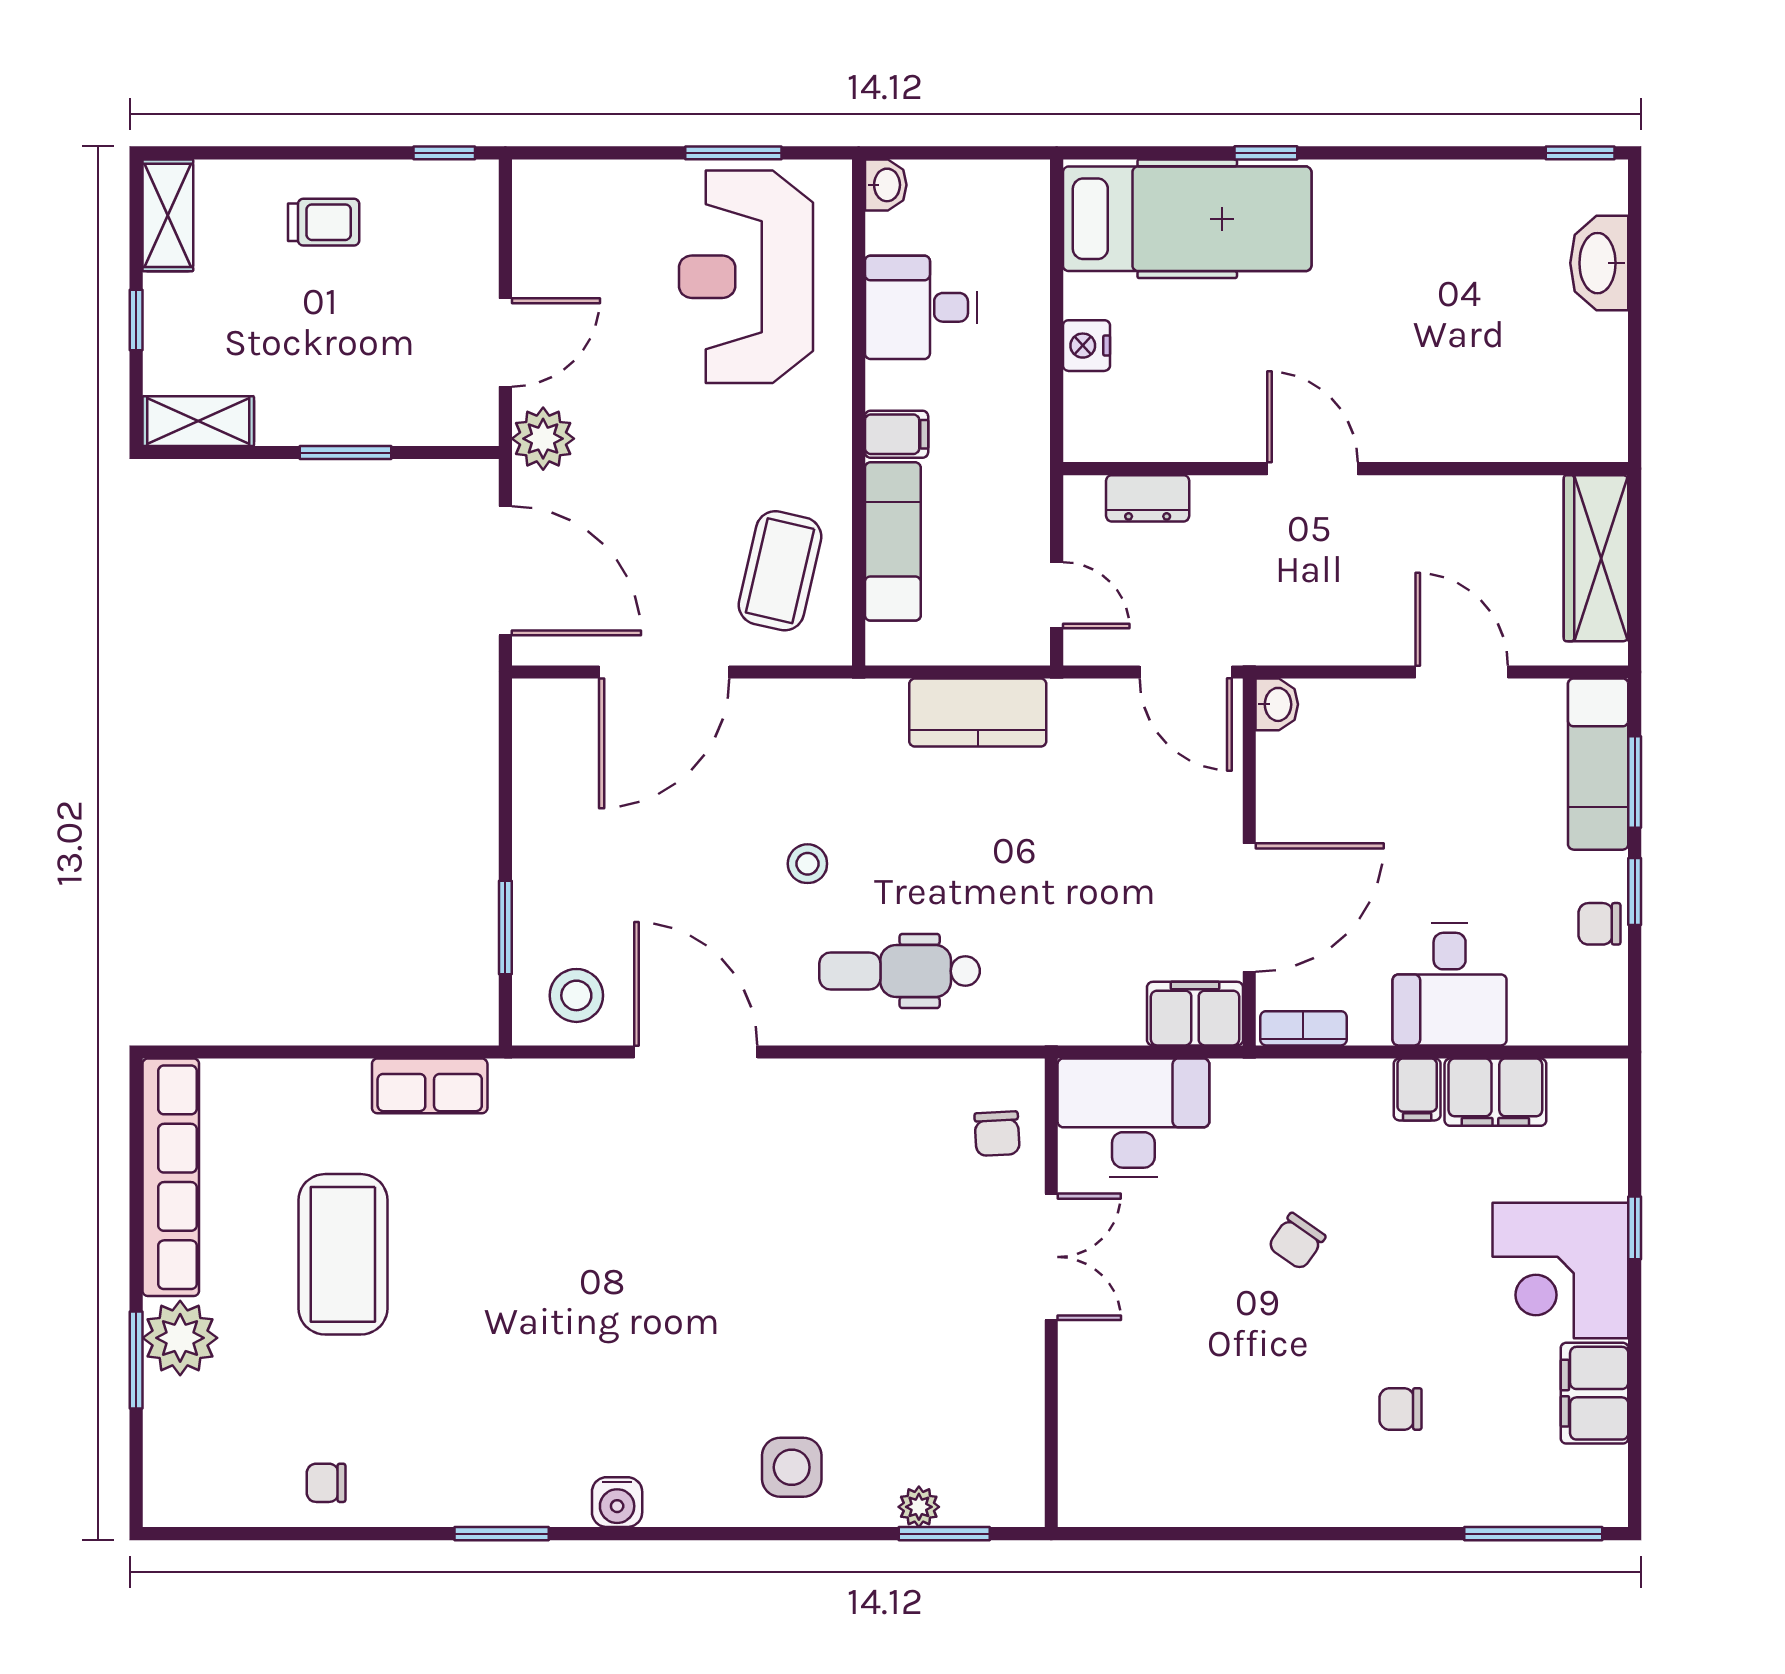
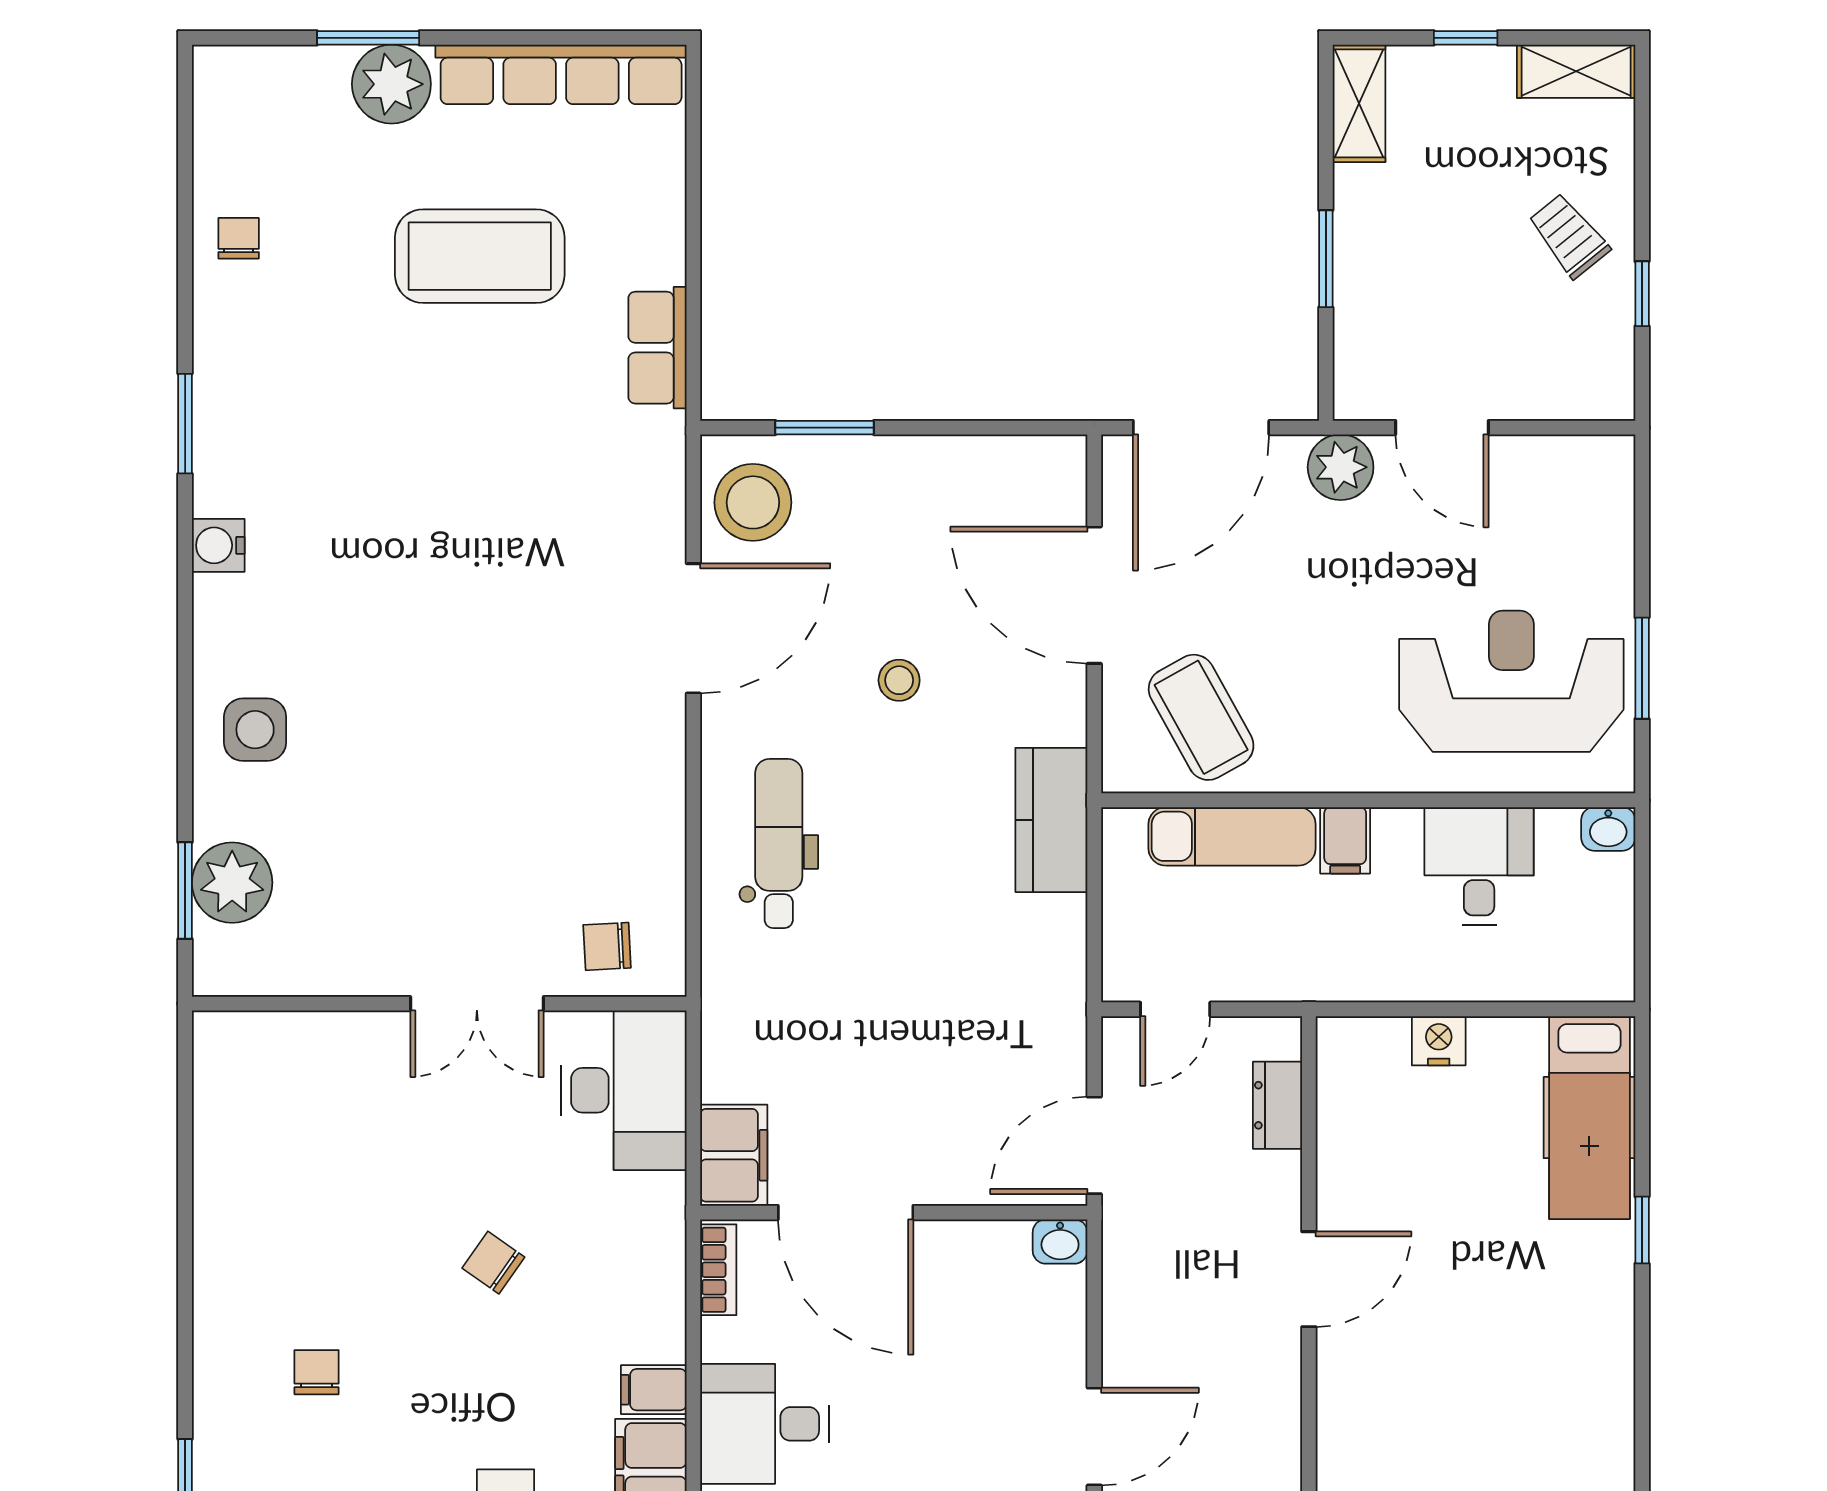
window: (444, 153) -> (1642, 294), moved
hospital bed: (1187, 219) -> (1589, 1118), width x0.73, depth x0.78
trolley: (324, 222) -> (1569, 236), turned 141
coffee table: (780, 571) -> (1201, 717), turned 48
kitchen counter: (978, 713) -> (1051, 820), moved
stool: (807, 864) -> (899, 680), moved
stool: (576, 995) -> (753, 502), width x1.38, depth x1.38
plant: (919, 1507) -> (232, 883), width x1.87, depth x1.87

